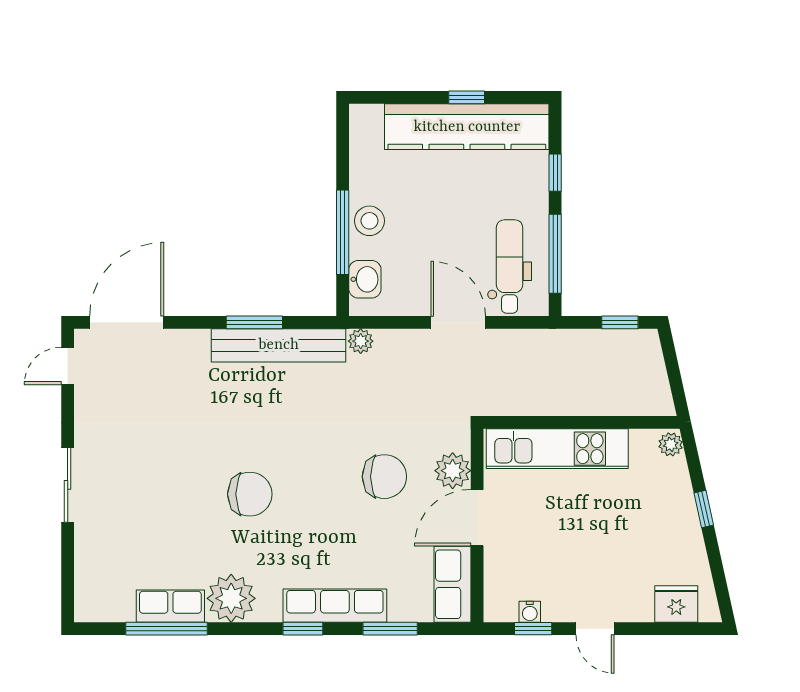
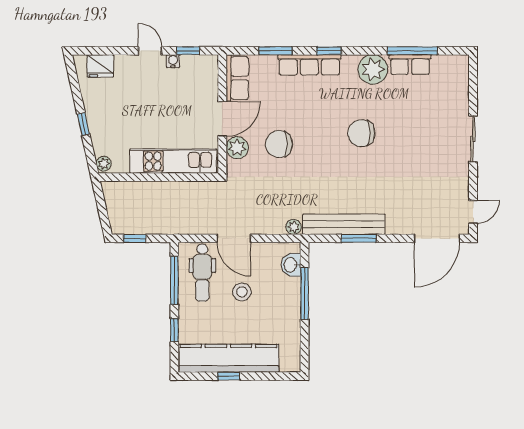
stool: (369, 221) -> (242, 292), moved
water cooler: (530, 612) -> (173, 61), moved

